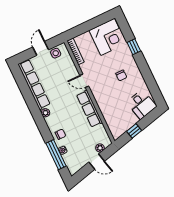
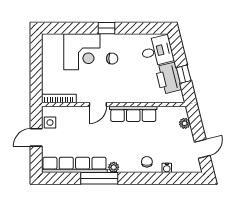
corner desk: (108, 37) -> (82, 52), moved, turned 90
window: (134, 47) -> (107, 28), moved
door: (41, 48) -> (36, 137), hinge flipped
printer: (126, 121) -> (168, 78), added
window: (56, 155) -> (99, 178), moved
door: (97, 162) -> (202, 149), moved

